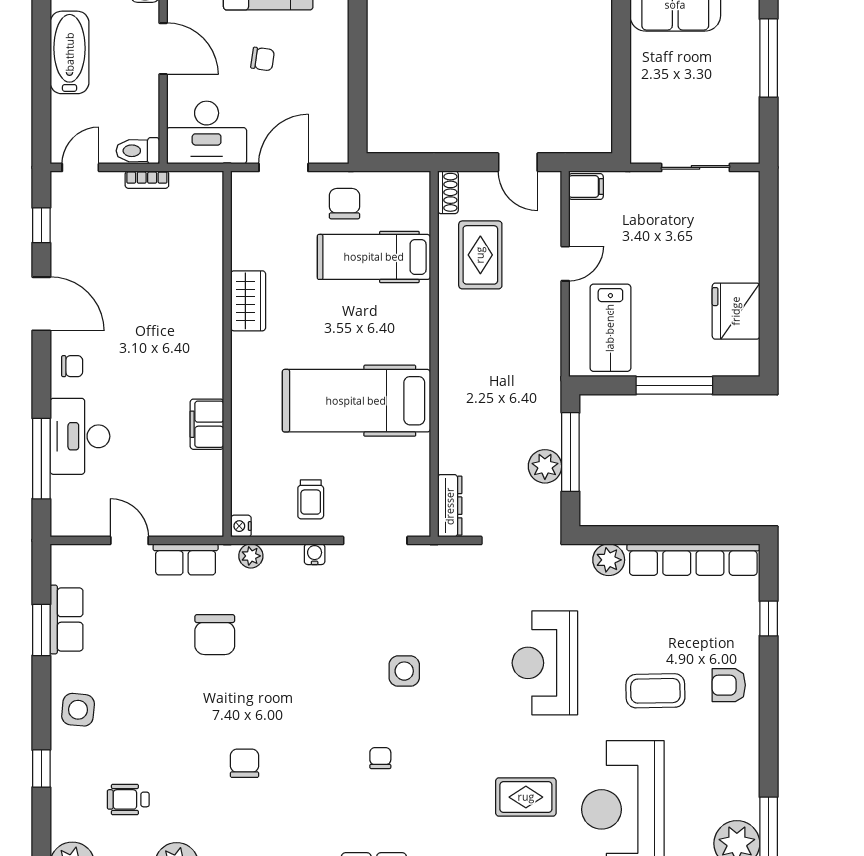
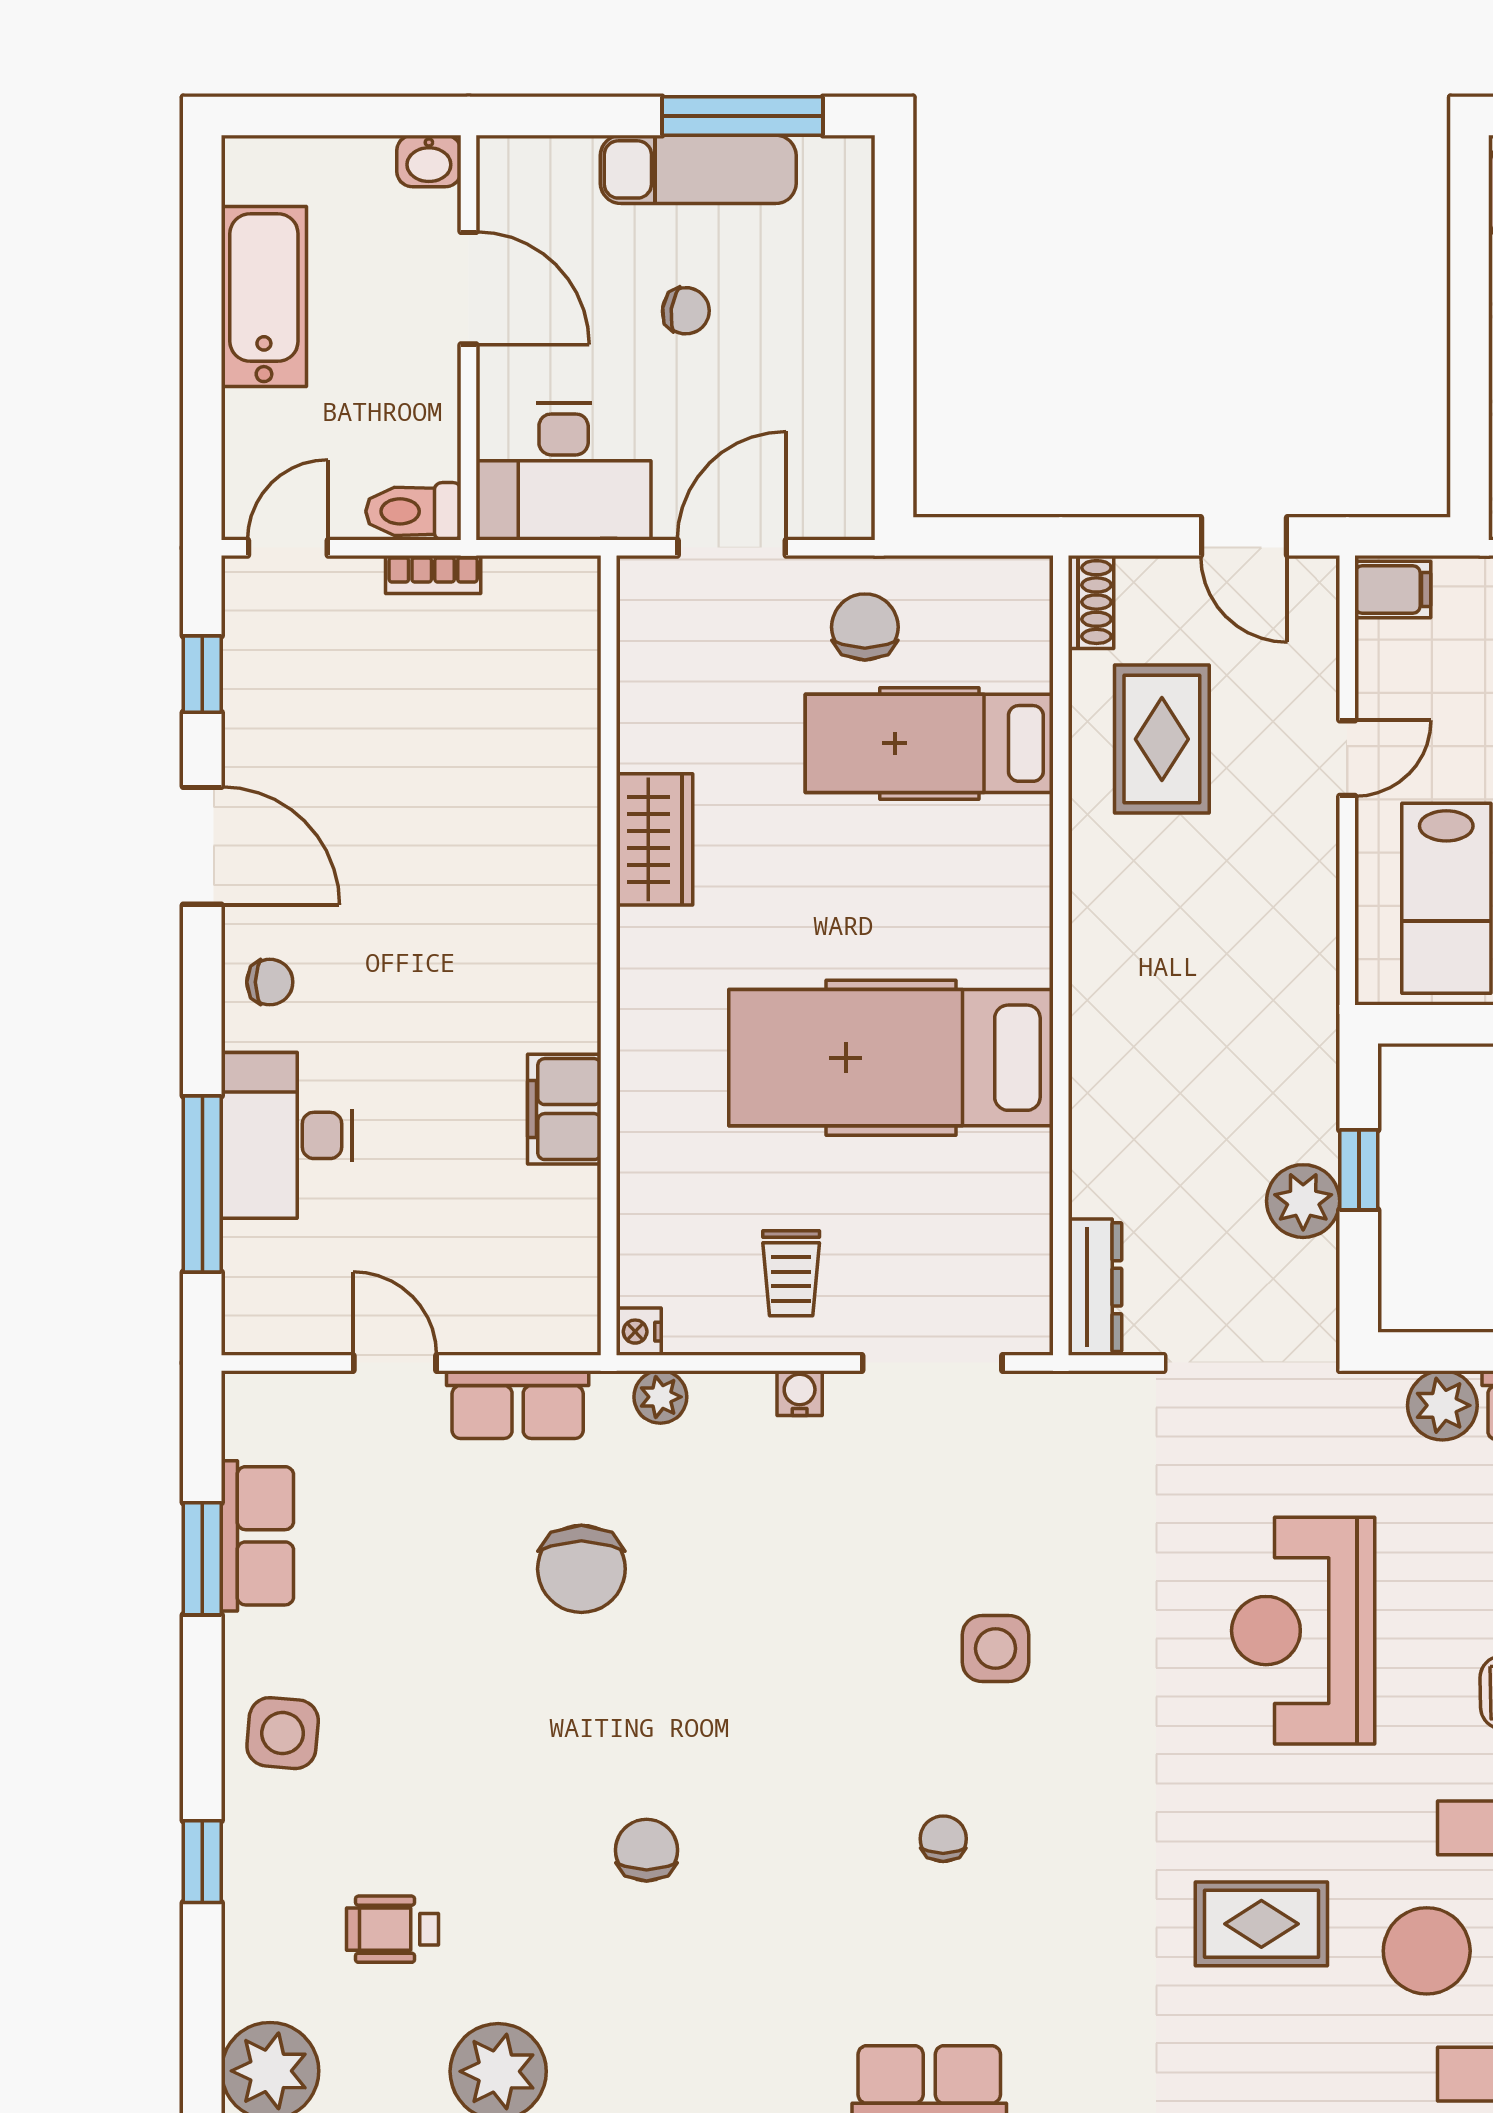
window: (570, 452) -> (1359, 1170), width x0.46

